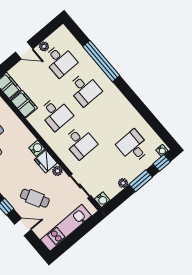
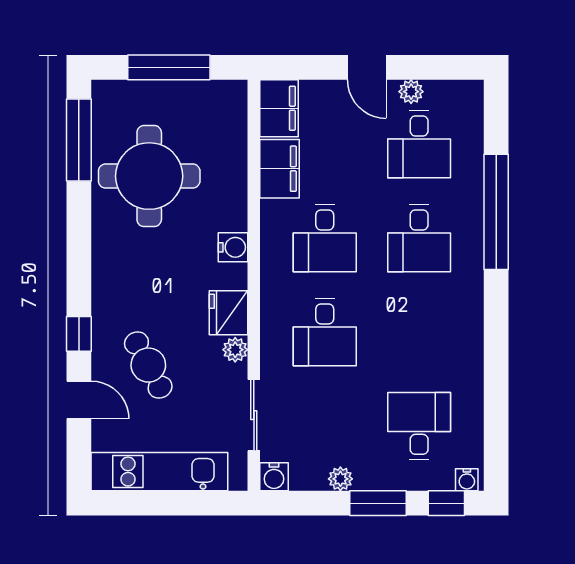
water cooler: (37, 148) -> (233, 247), moved

